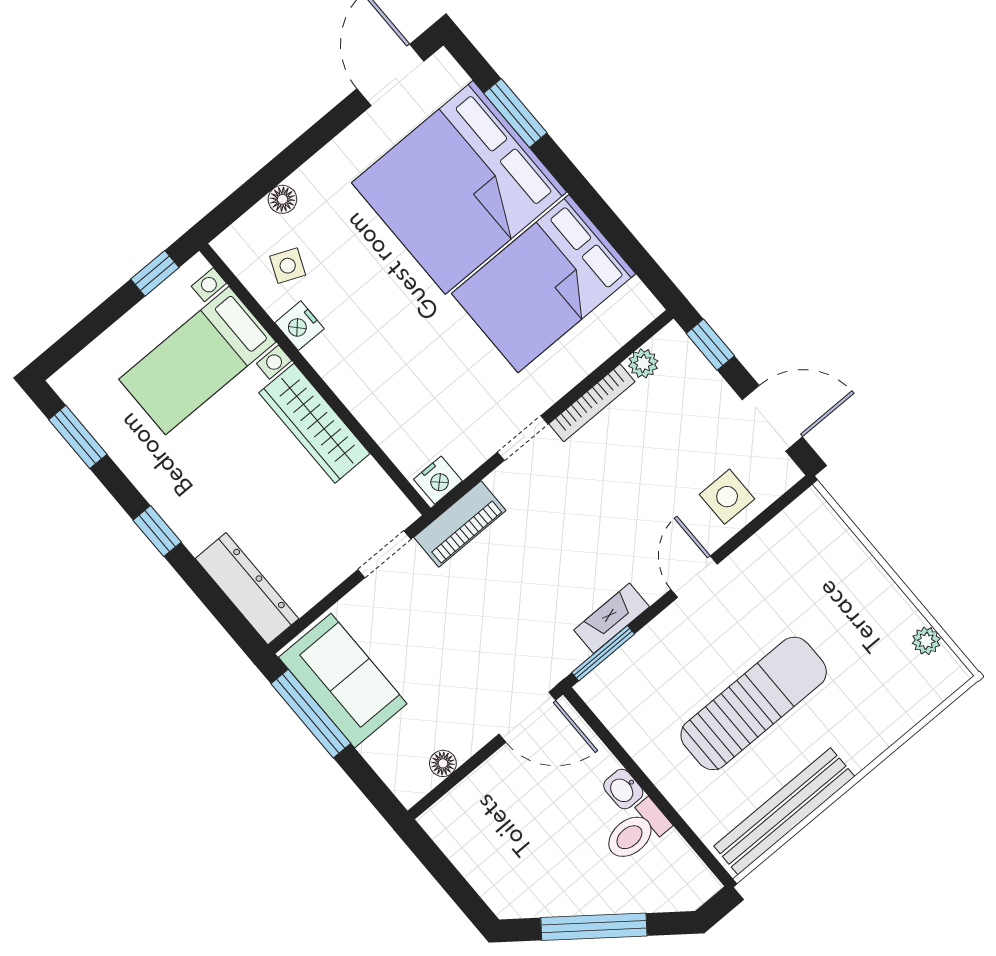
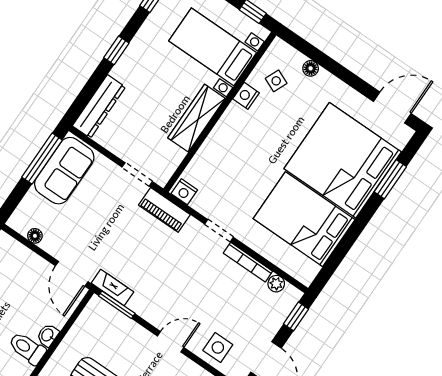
fireplace: (612, 618) -> (112, 288), moved

